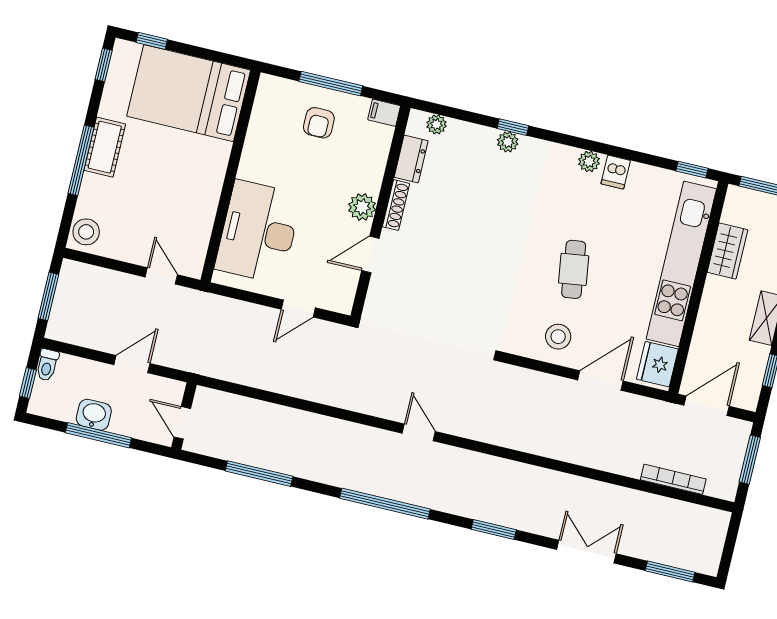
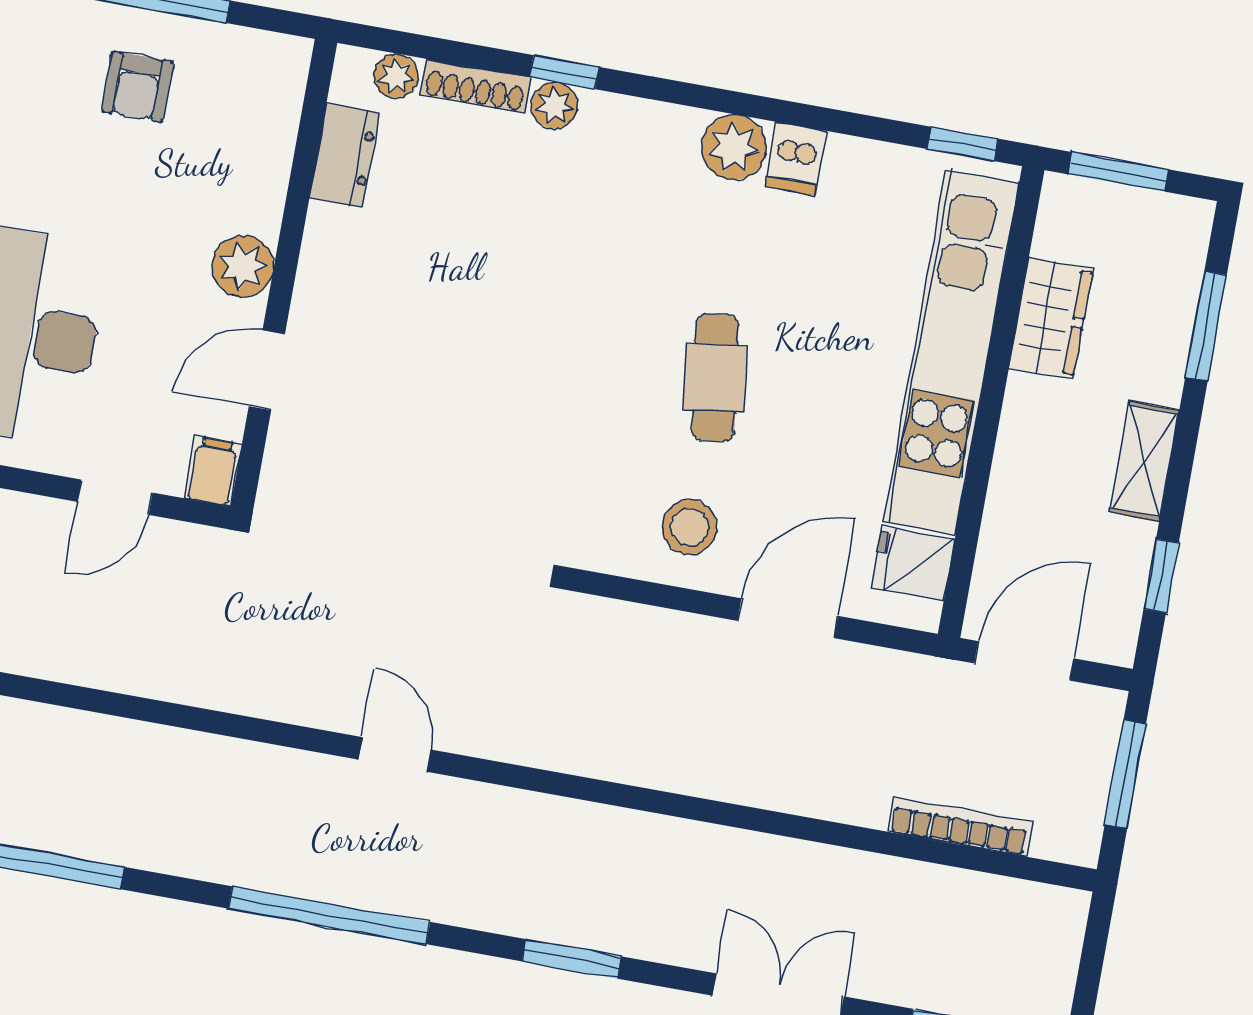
filing cabinet: (384, 113) -> (213, 471), moved, turned 90
plant: (589, 161) -> (734, 147), width x1.38, depth x1.38
shoe rack: (396, 205) -> (476, 86), moved, turned 90
fridge: (657, 364) -> (913, 564), width x0.72

